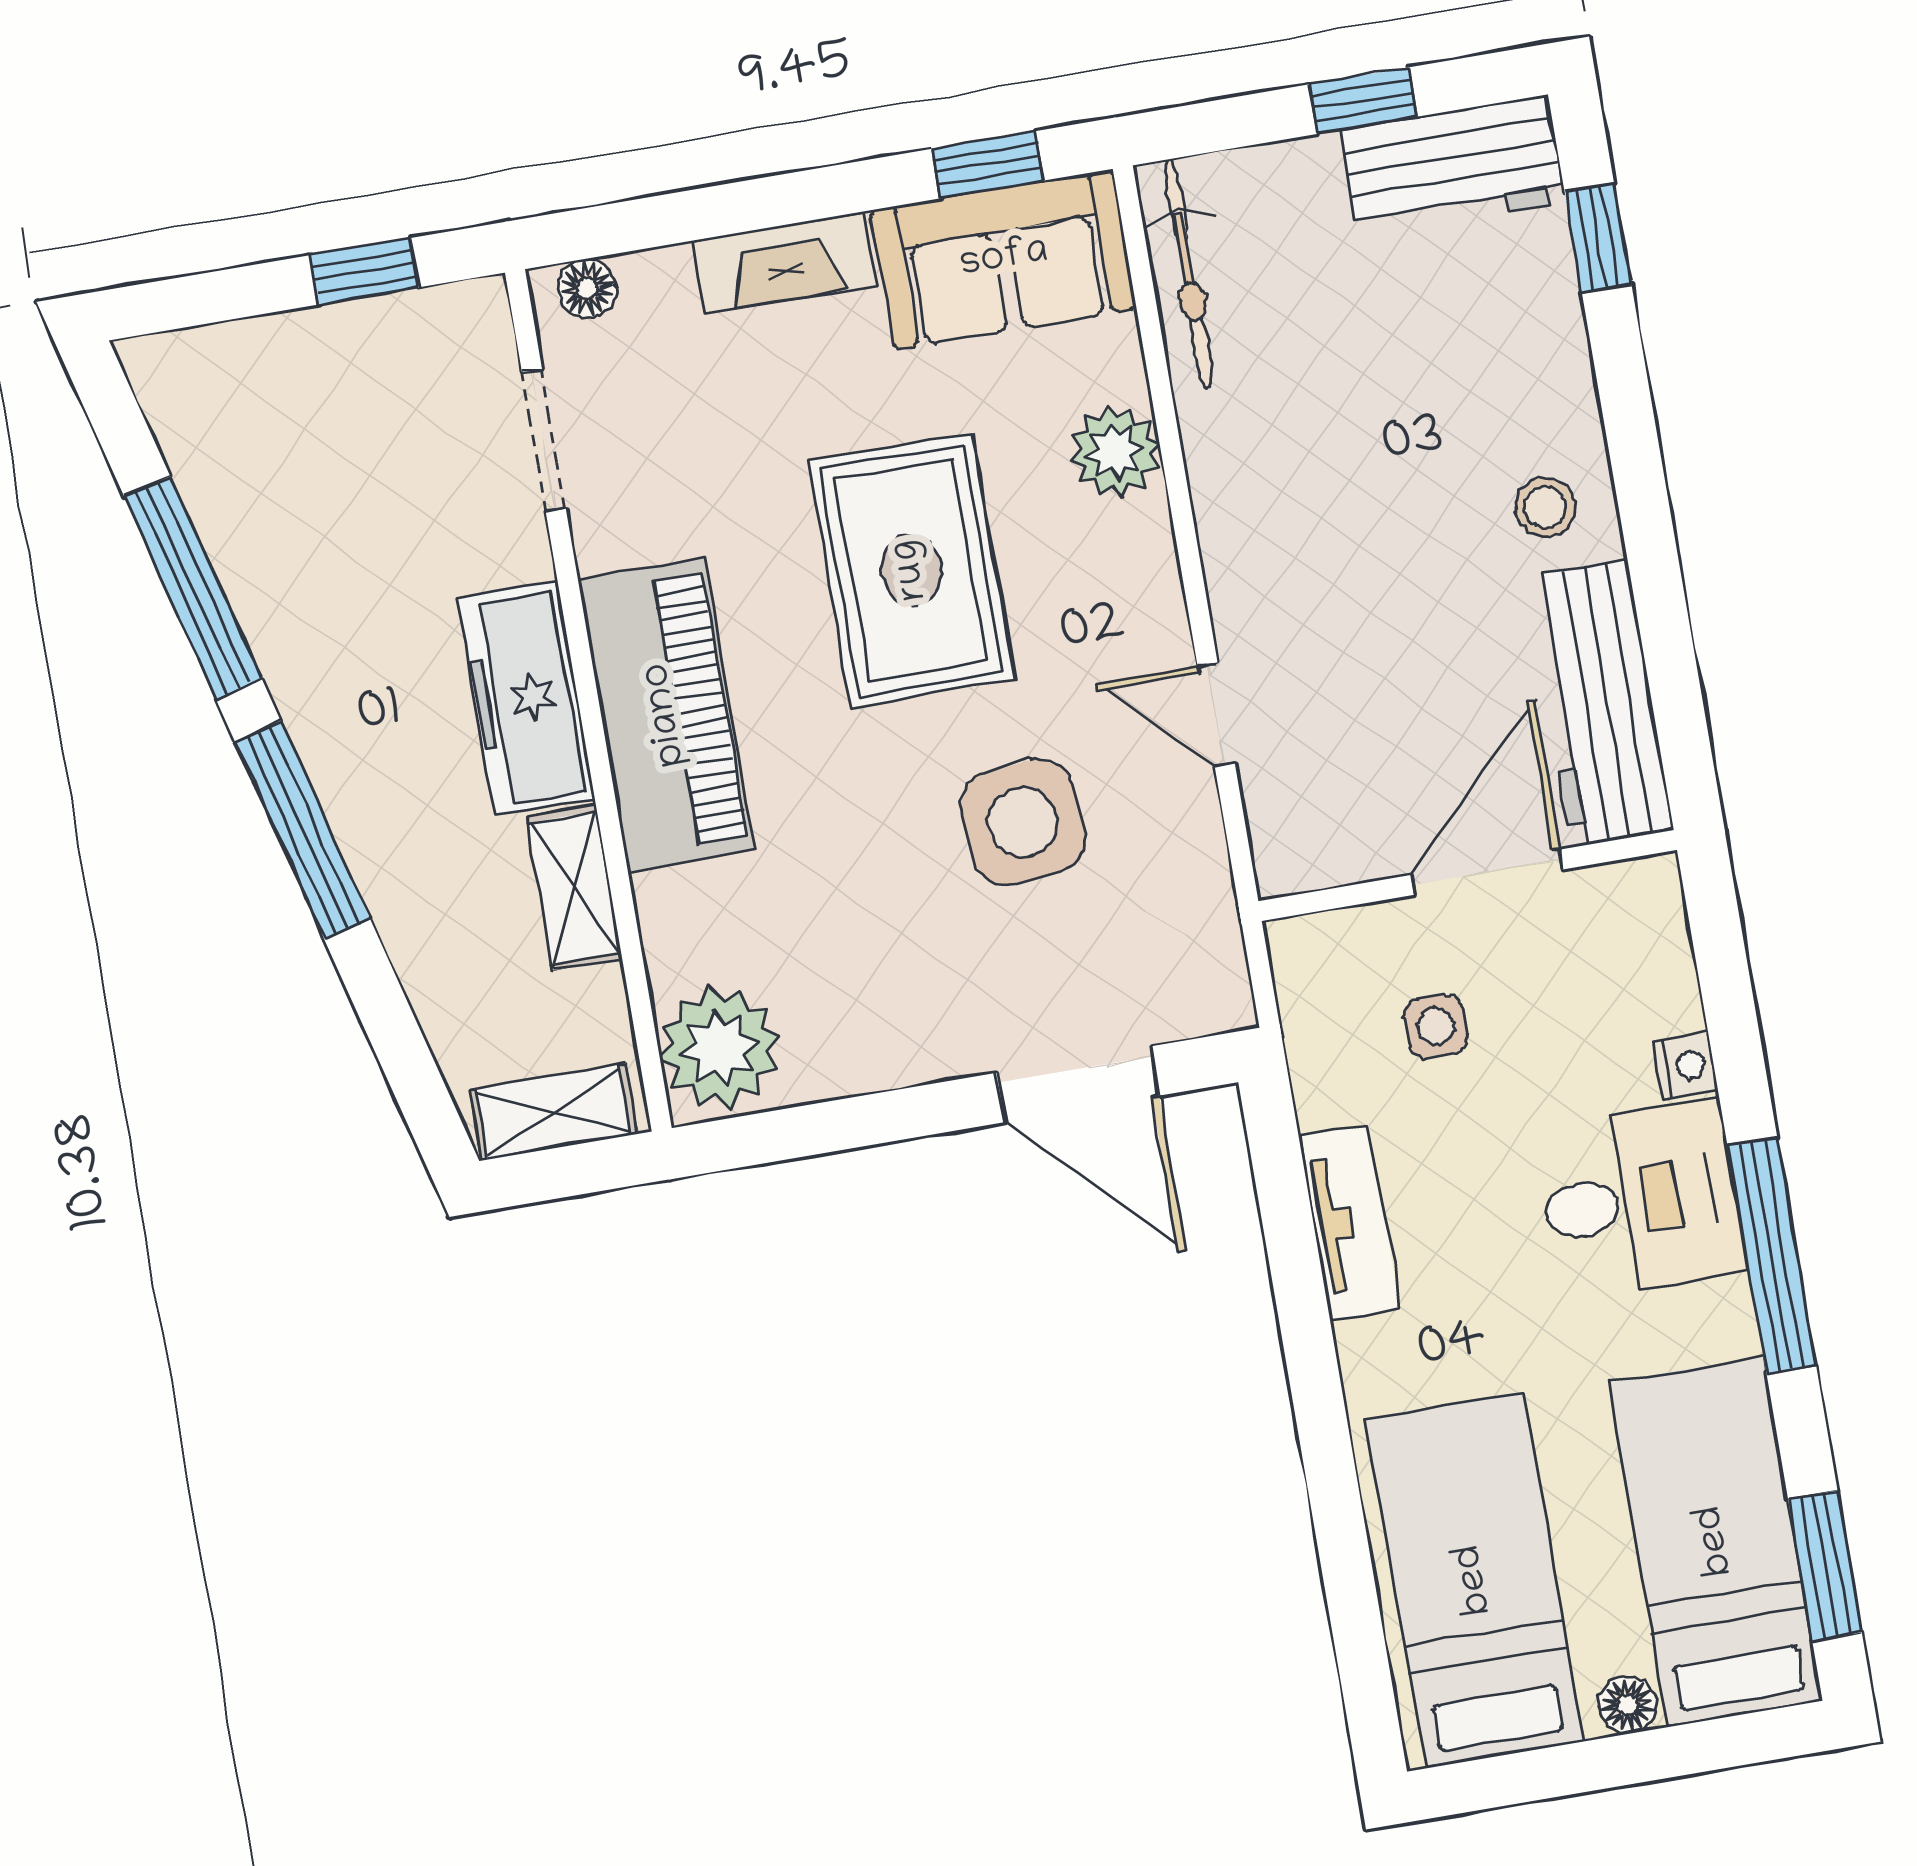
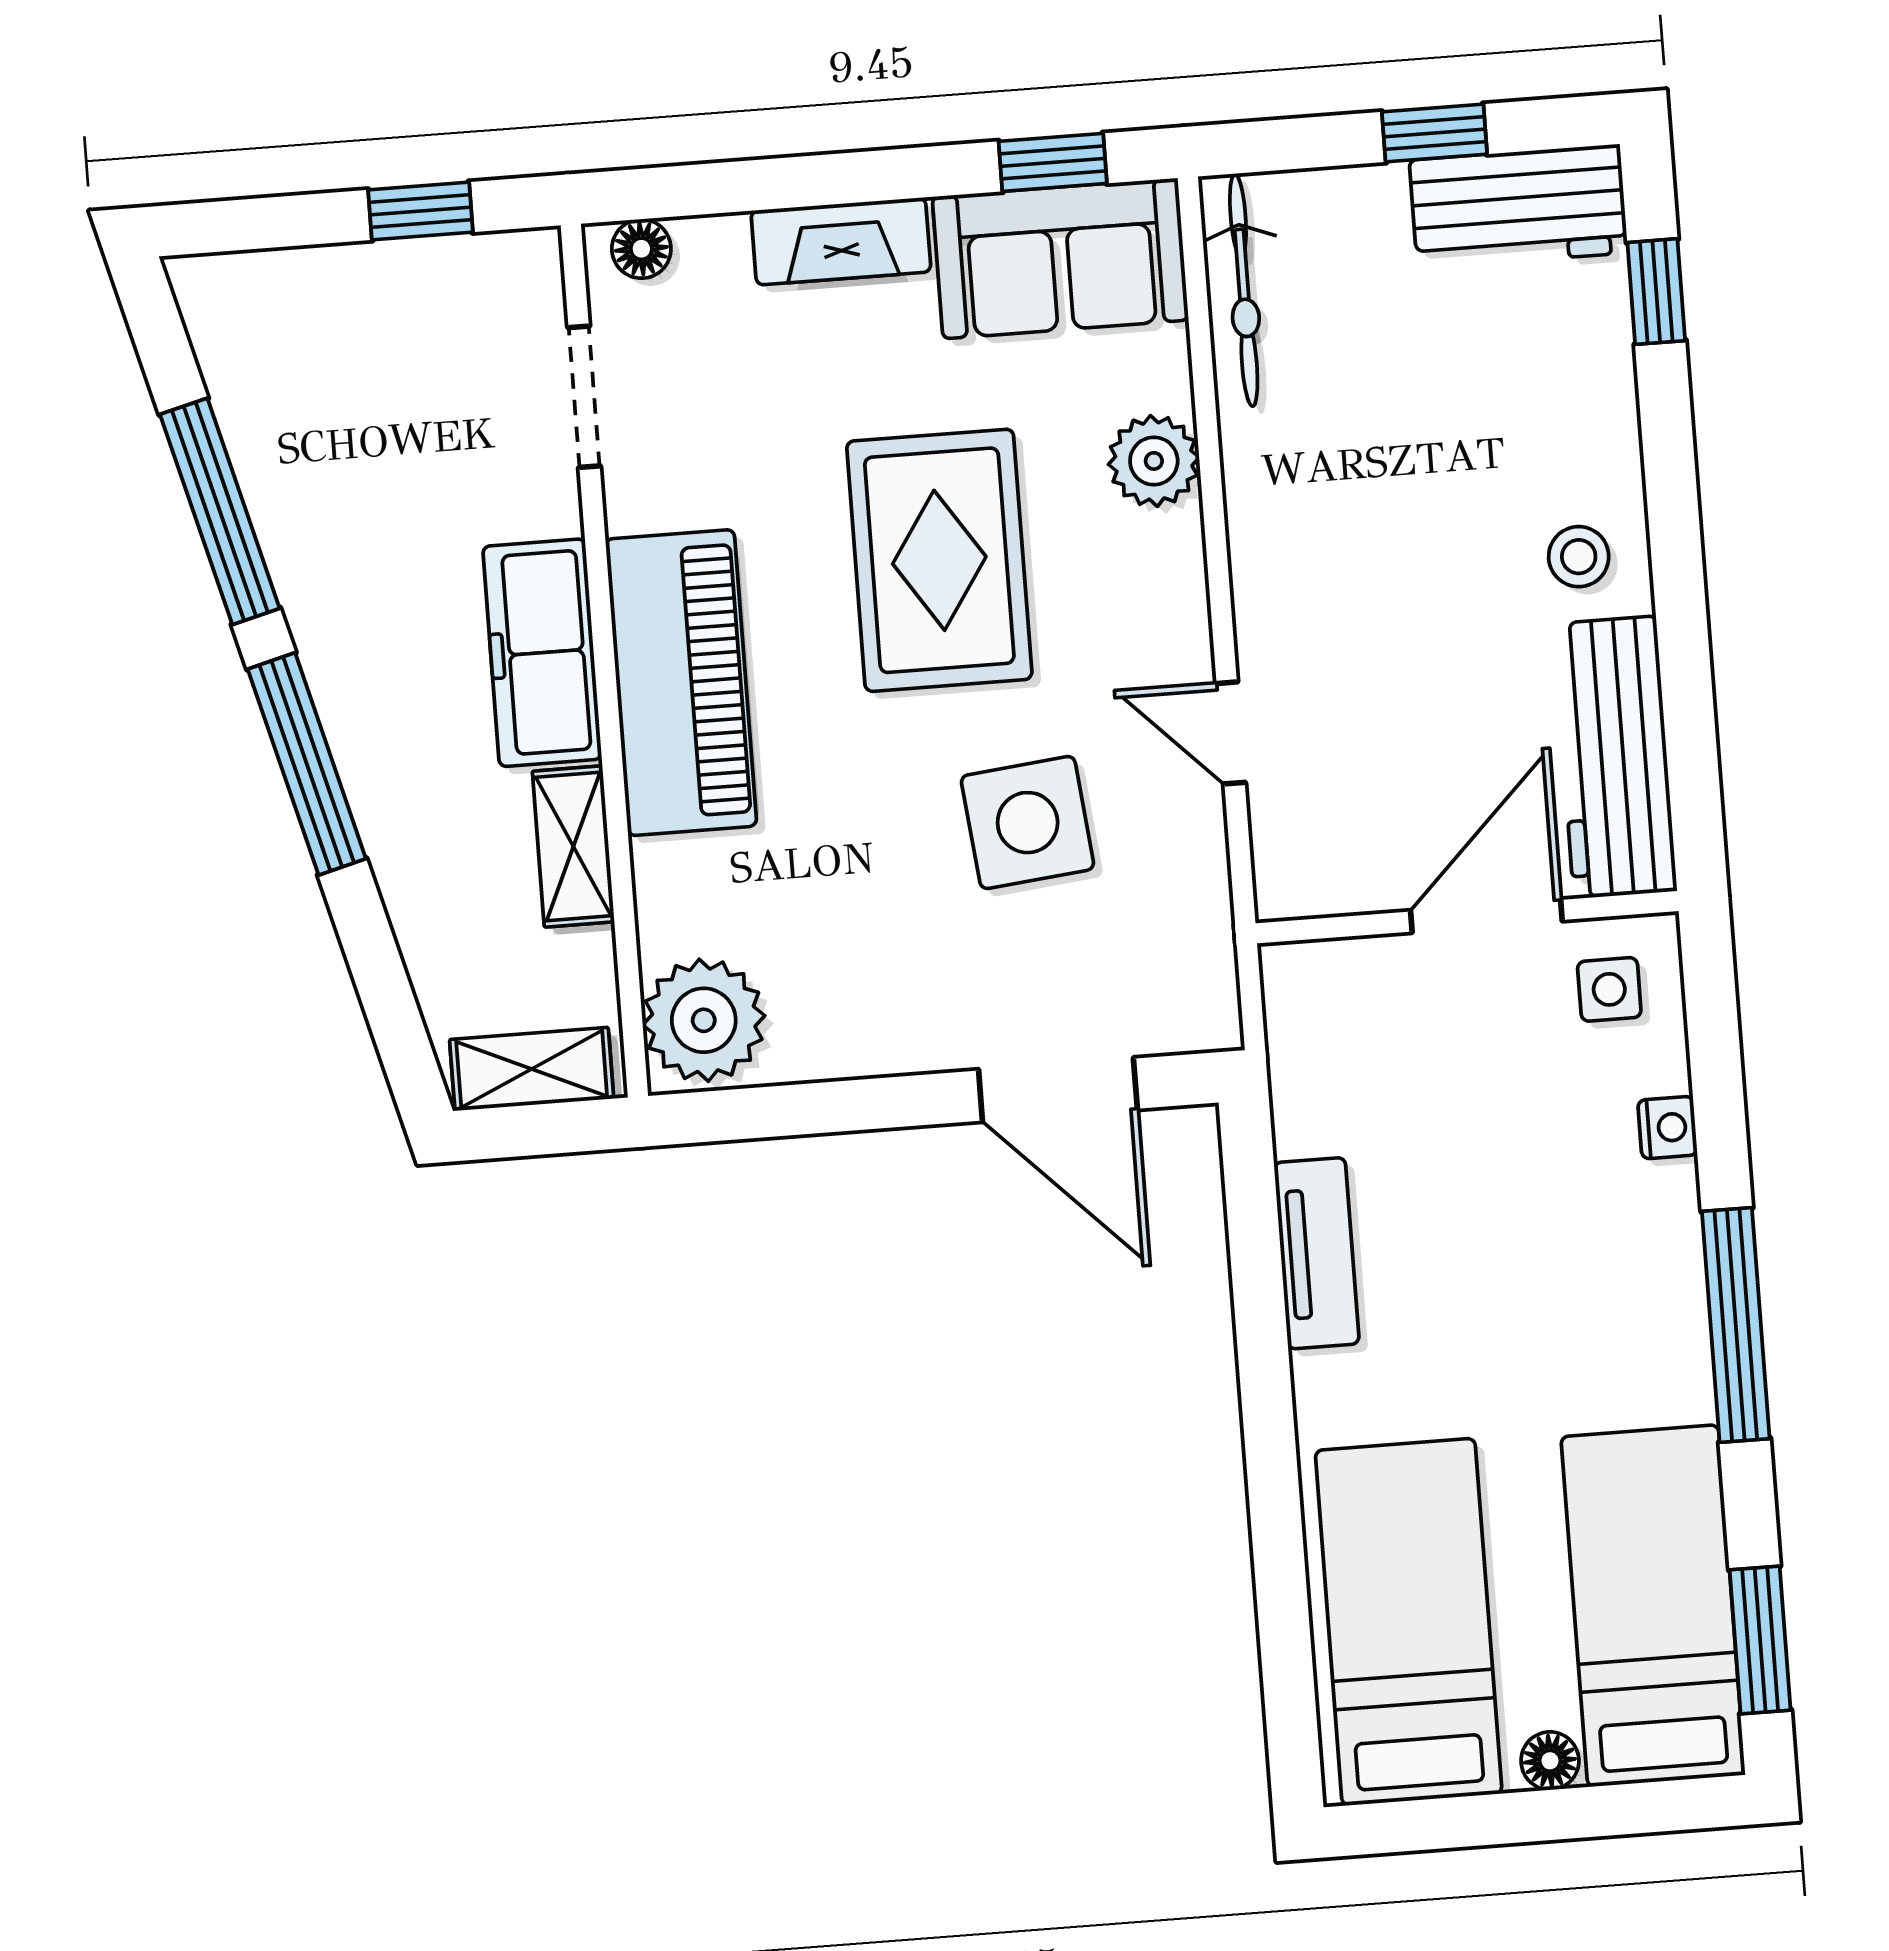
side table: (1436, 1026) -> (1609, 989), moved
desk: (1640, 1200) -> (1609, 1257), removed

